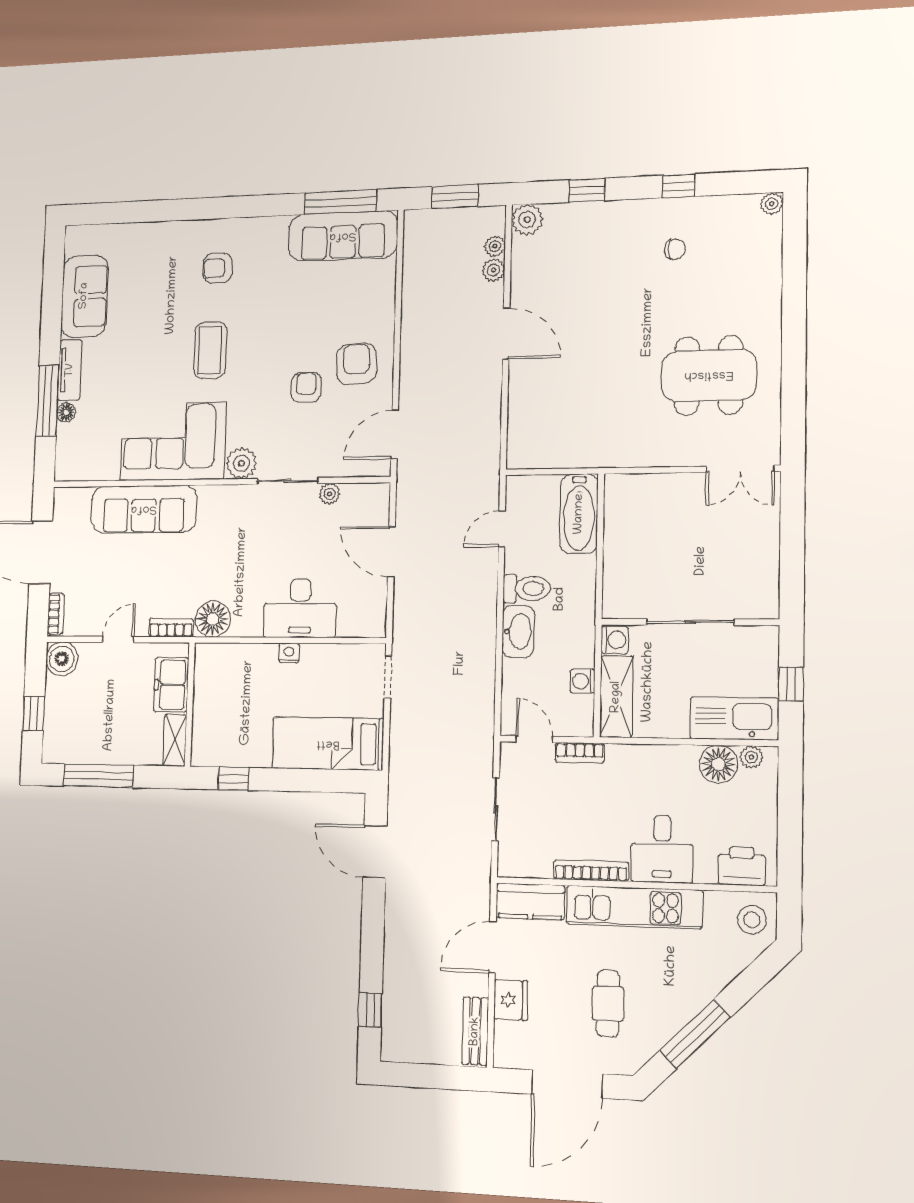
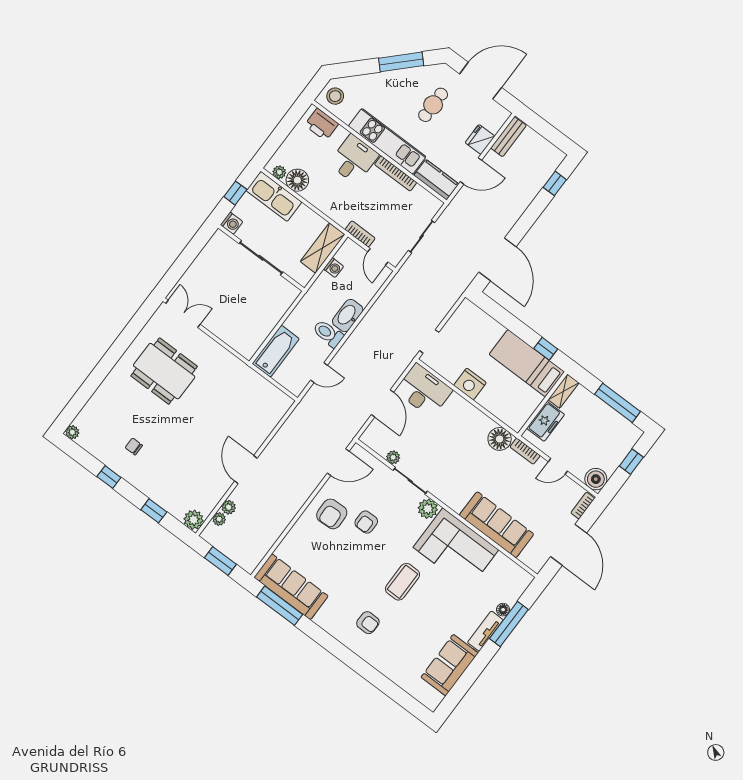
desk: (300, 608) -> (424, 390), moved
washing machine: (615, 640) -> (232, 223), moved, turned 180
nightstand: (289, 653) -> (470, 384), width x1.89, depth x1.79
bed: (328, 744) -> (527, 363), moved, turned 180
door: (375, 852) -> (498, 259), width x1.36

